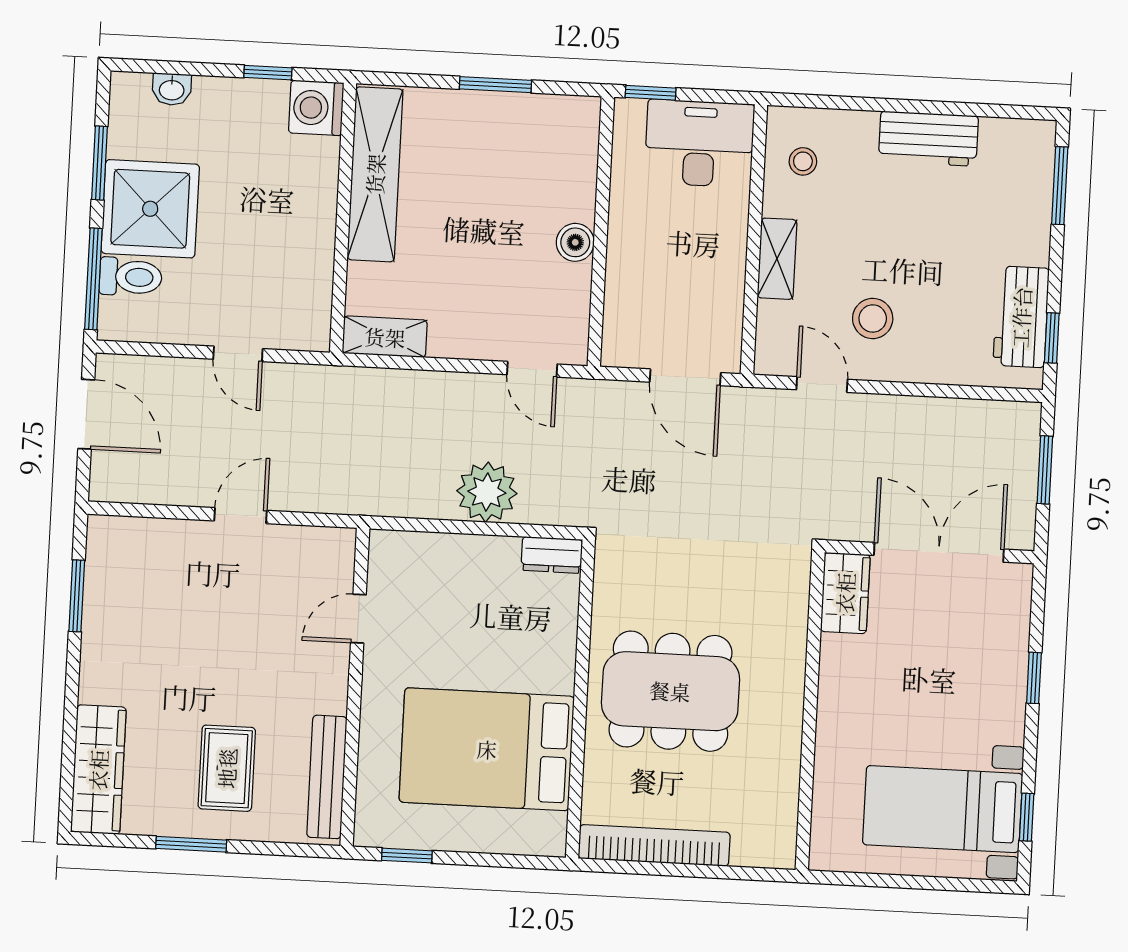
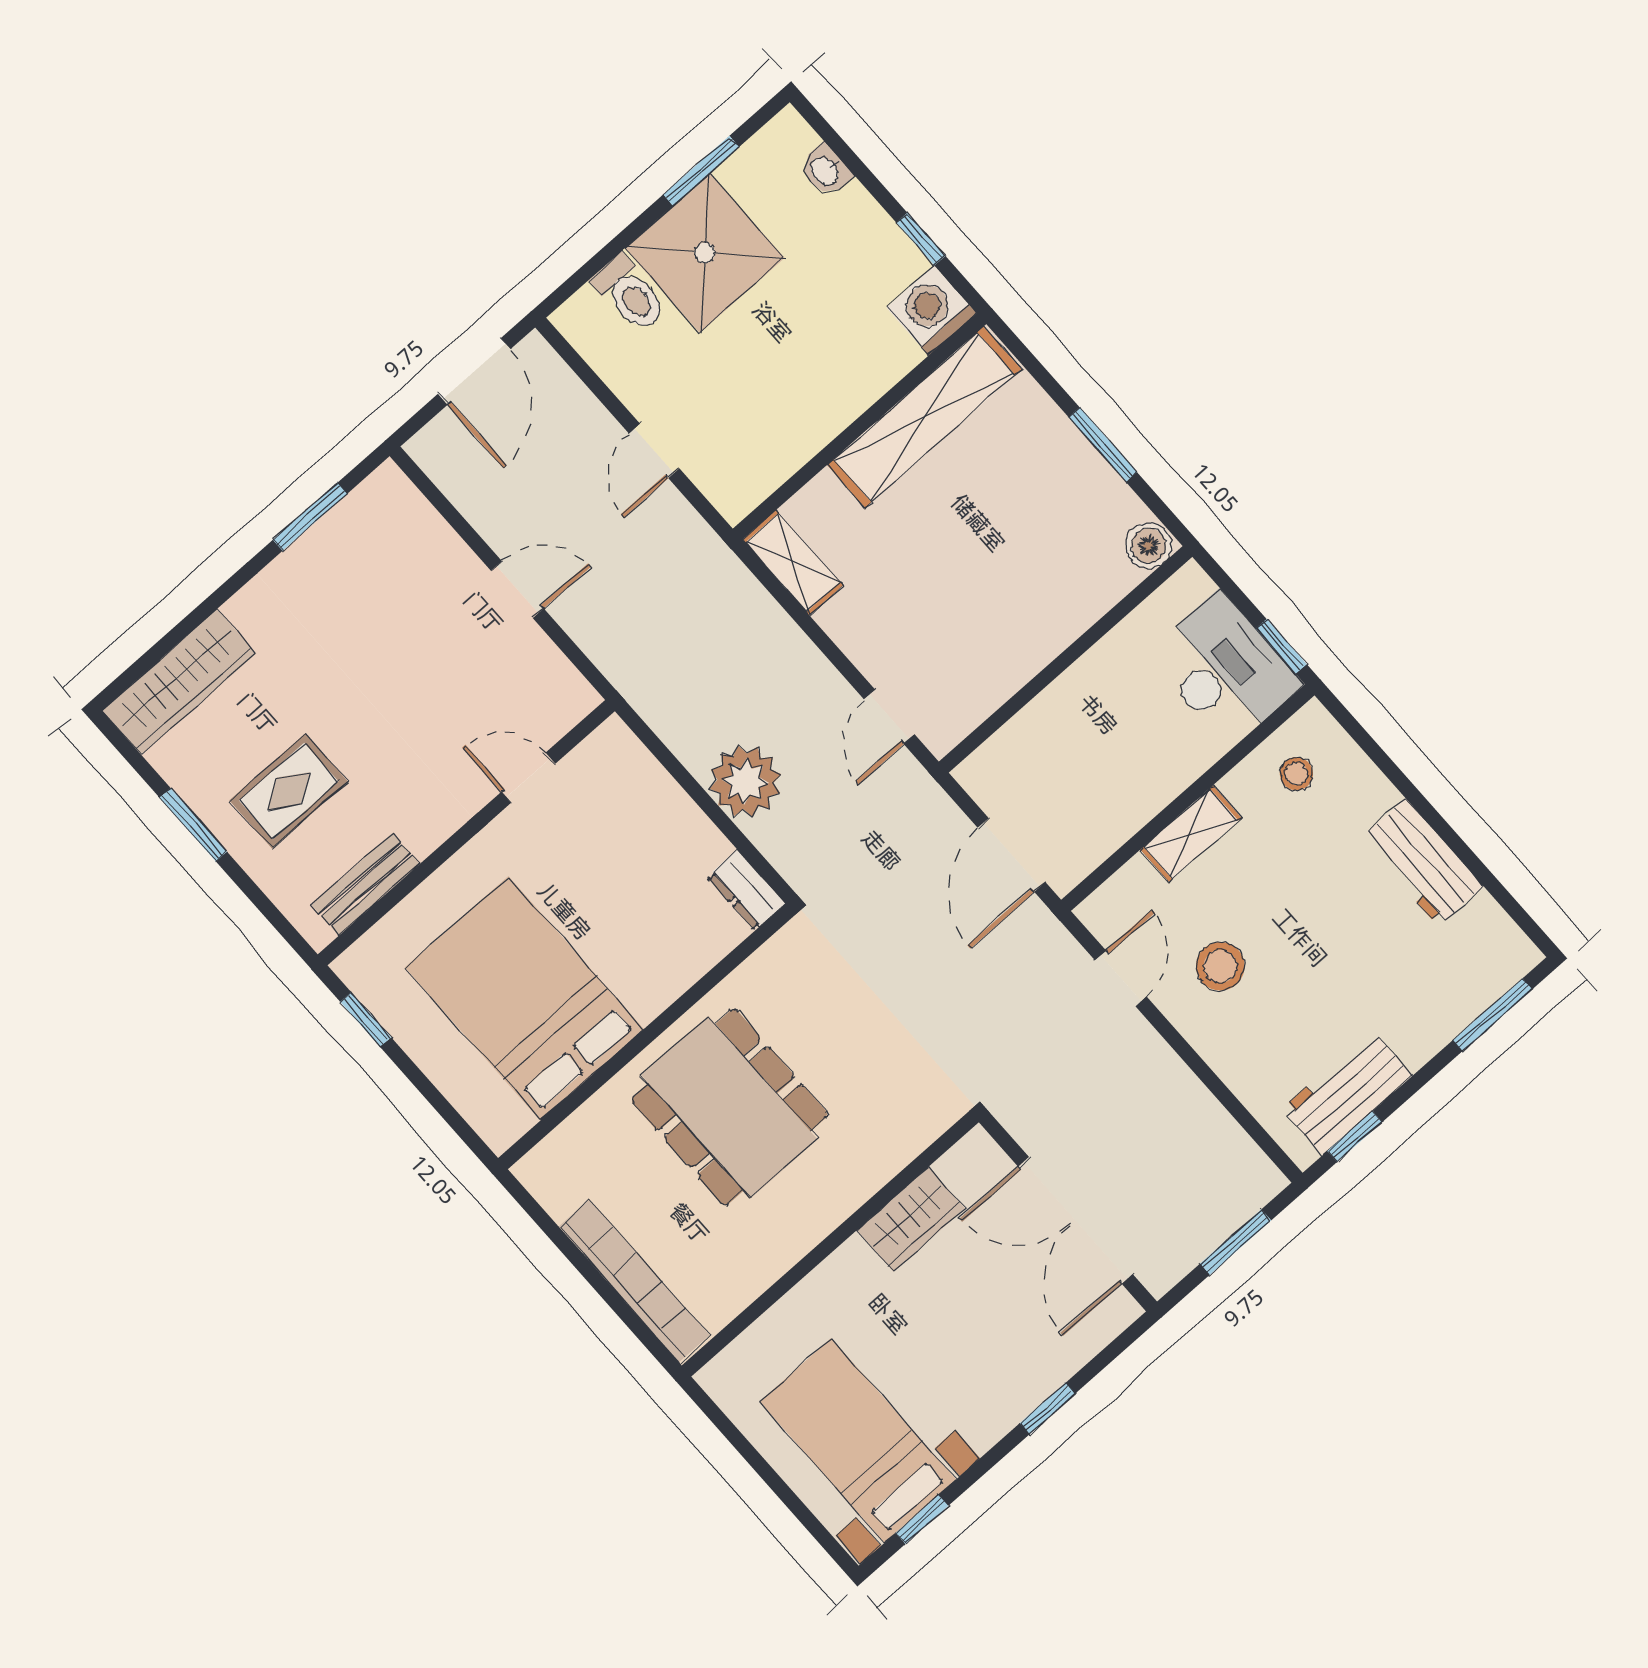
window: (651, 93) -> (1281, 647), moved
boiler: (575, 242) -> (1149, 546), moved
window: (93, 279) -> (596, 263), removed
double door: (939, 552) -> (1075, 1220), swing flipped
wardrobe: (845, 593) -> (911, 1219), moved
bench: (327, 777) -> (366, 884), width x0.73
bookcase: (654, 845) -> (634, 1281), moved

